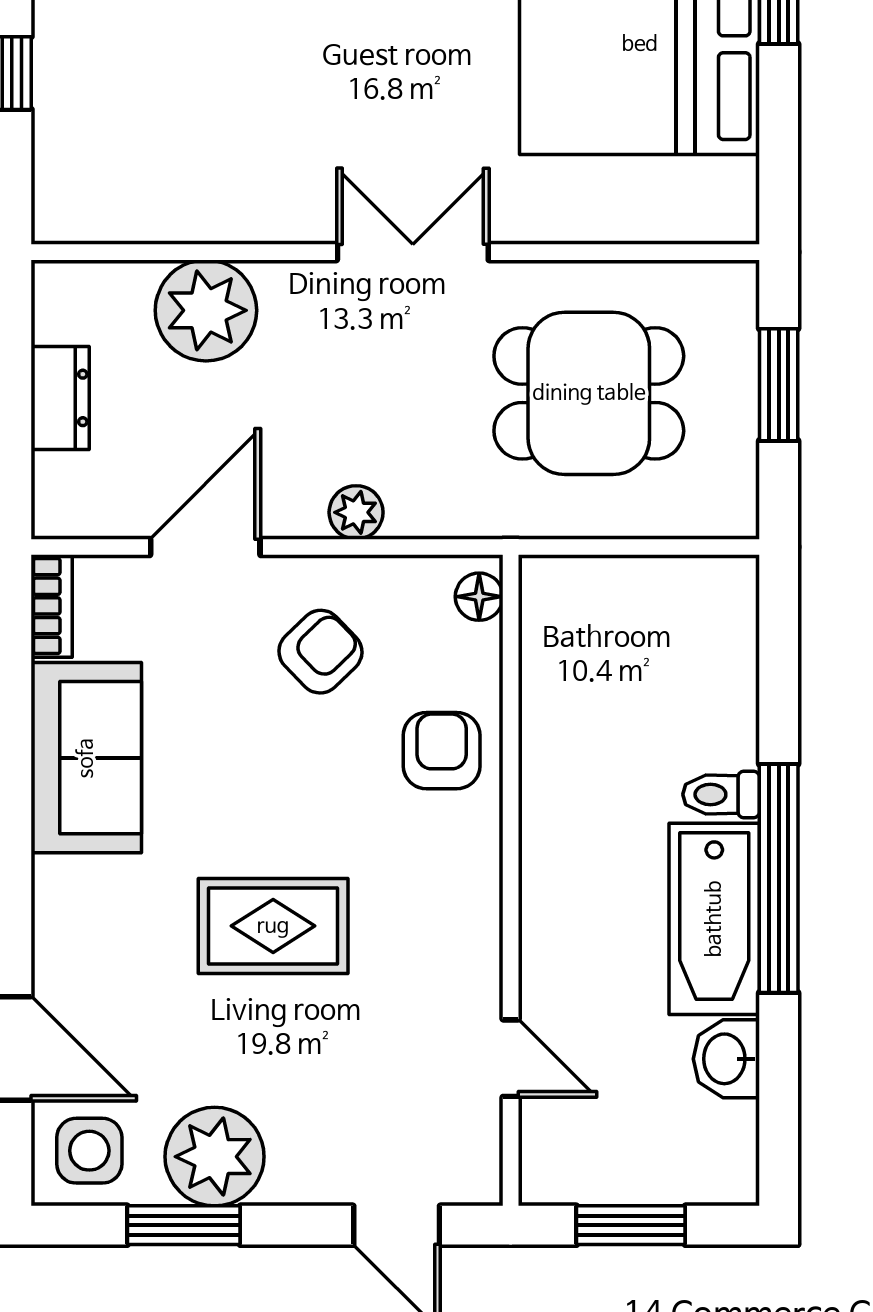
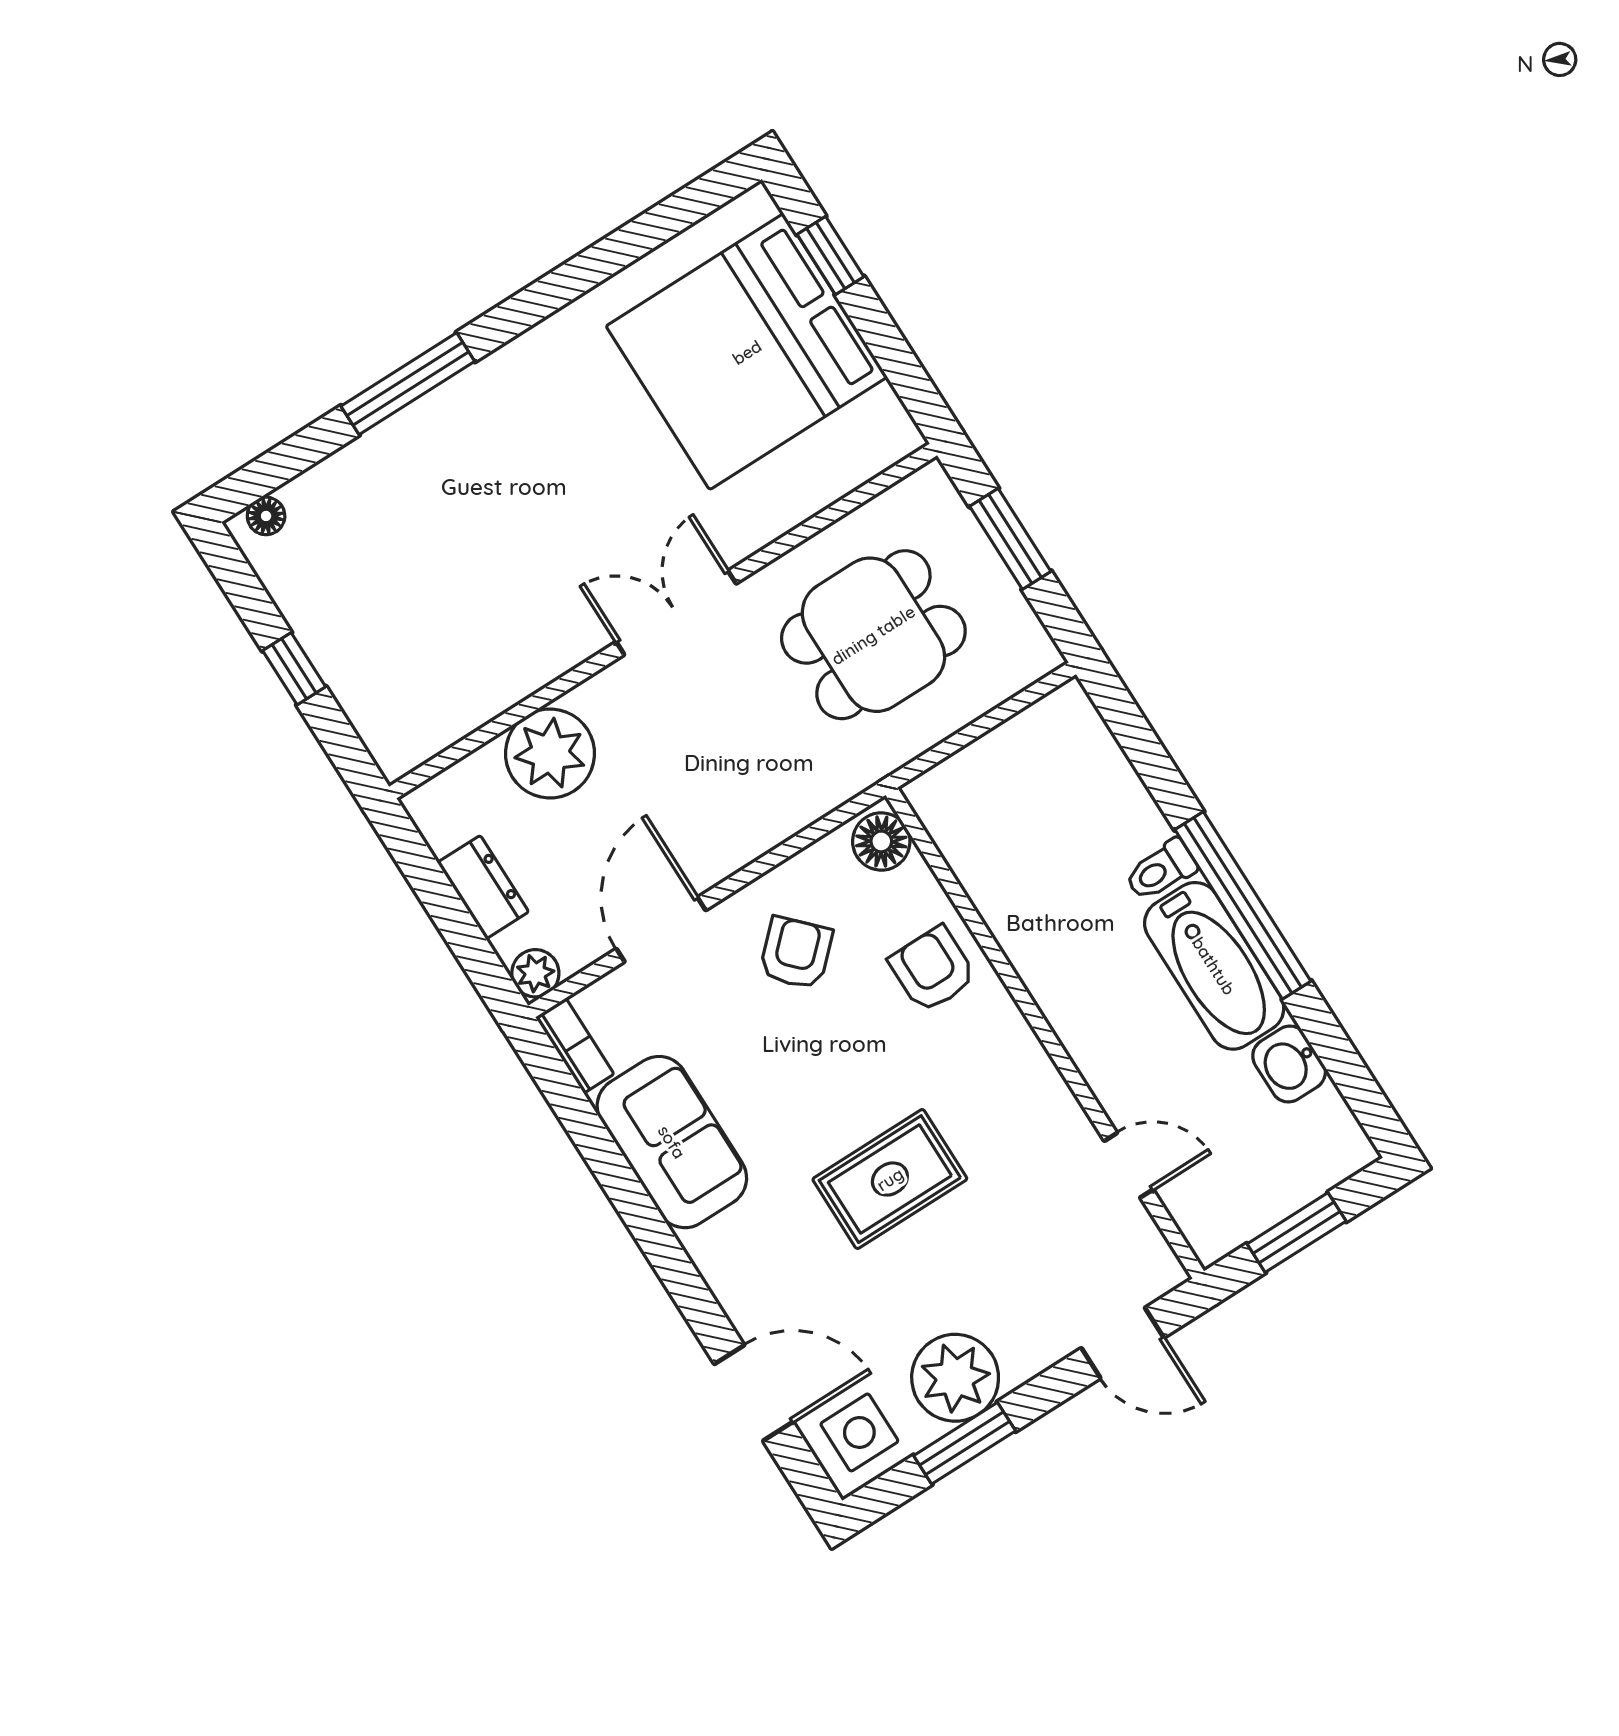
plant: (356, 512) -> (535, 973), moved
floor lamp: (479, 597) -> (881, 841), width x1.37, depth x1.37

